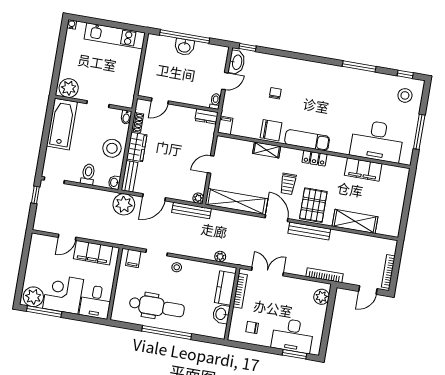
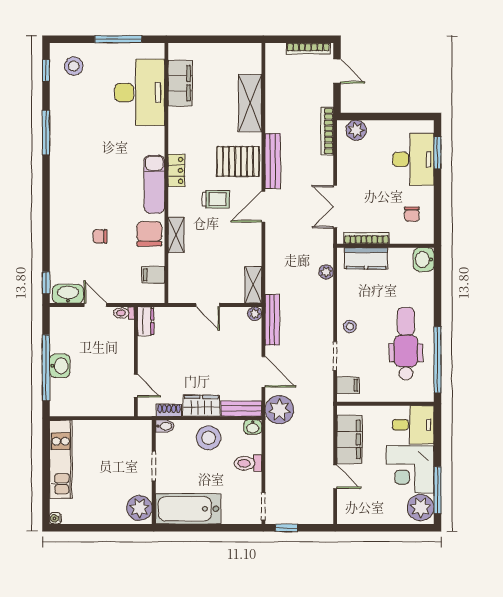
filing cabinet: (225, 125) -> (153, 275), moved
filing cabinet: (363, 169) -> (180, 83), moved
shelving: (236, 202) -> (253, 285), width x0.45, depth x0.75
washbasin: (221, 314) -> (424, 260), moved, turned 90
window: (167, 332) -> (437, 360), moved

